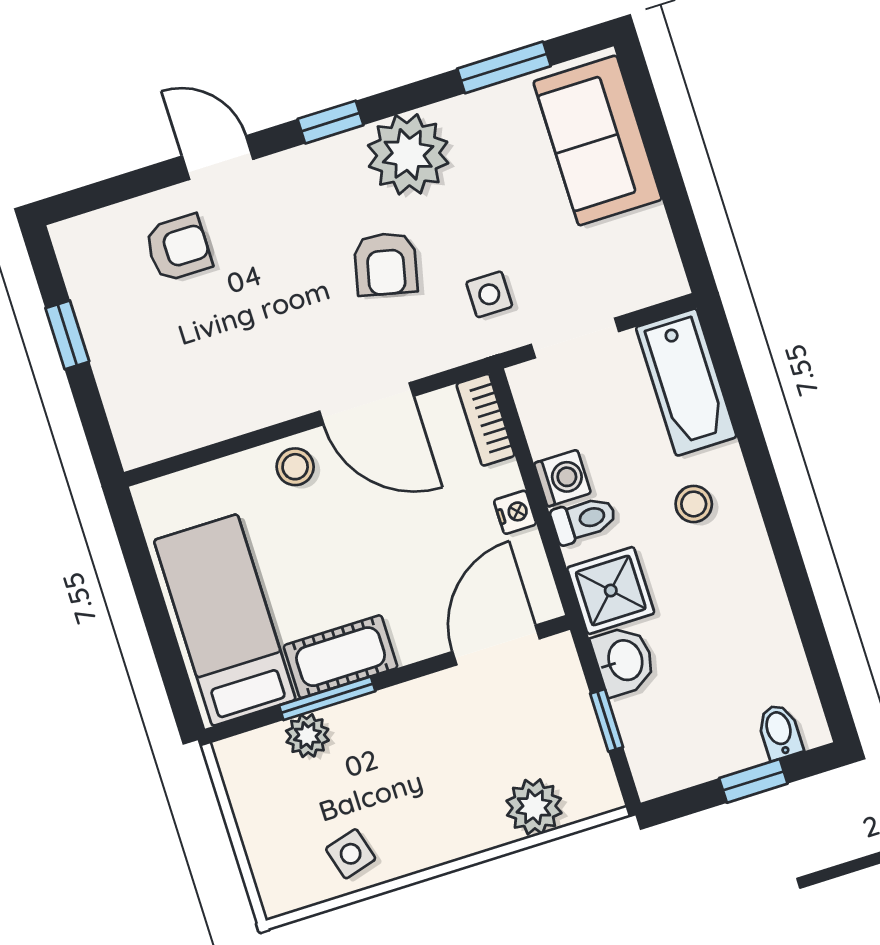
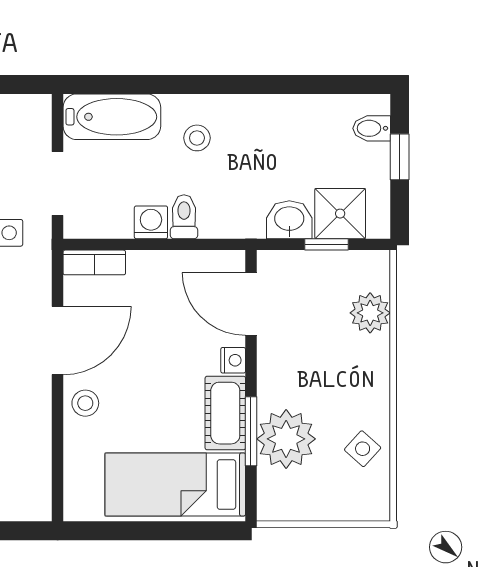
nightstand: (515, 512) -> (233, 360), moved, turned 90
shower: (611, 591) -> (340, 214), moved
plant: (307, 736) -> (286, 439), width x1.87, depth x1.87
side table: (351, 854) -> (363, 449), turned -32

